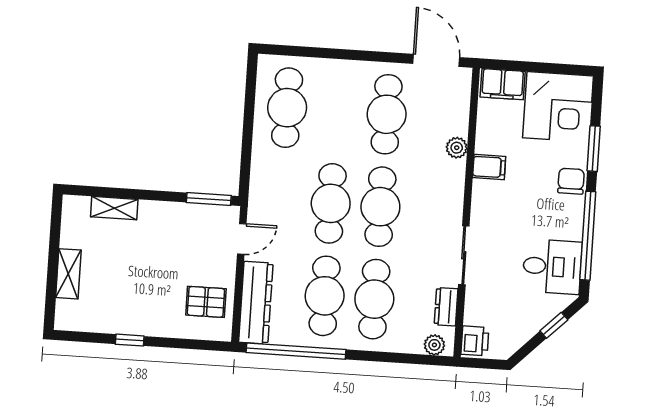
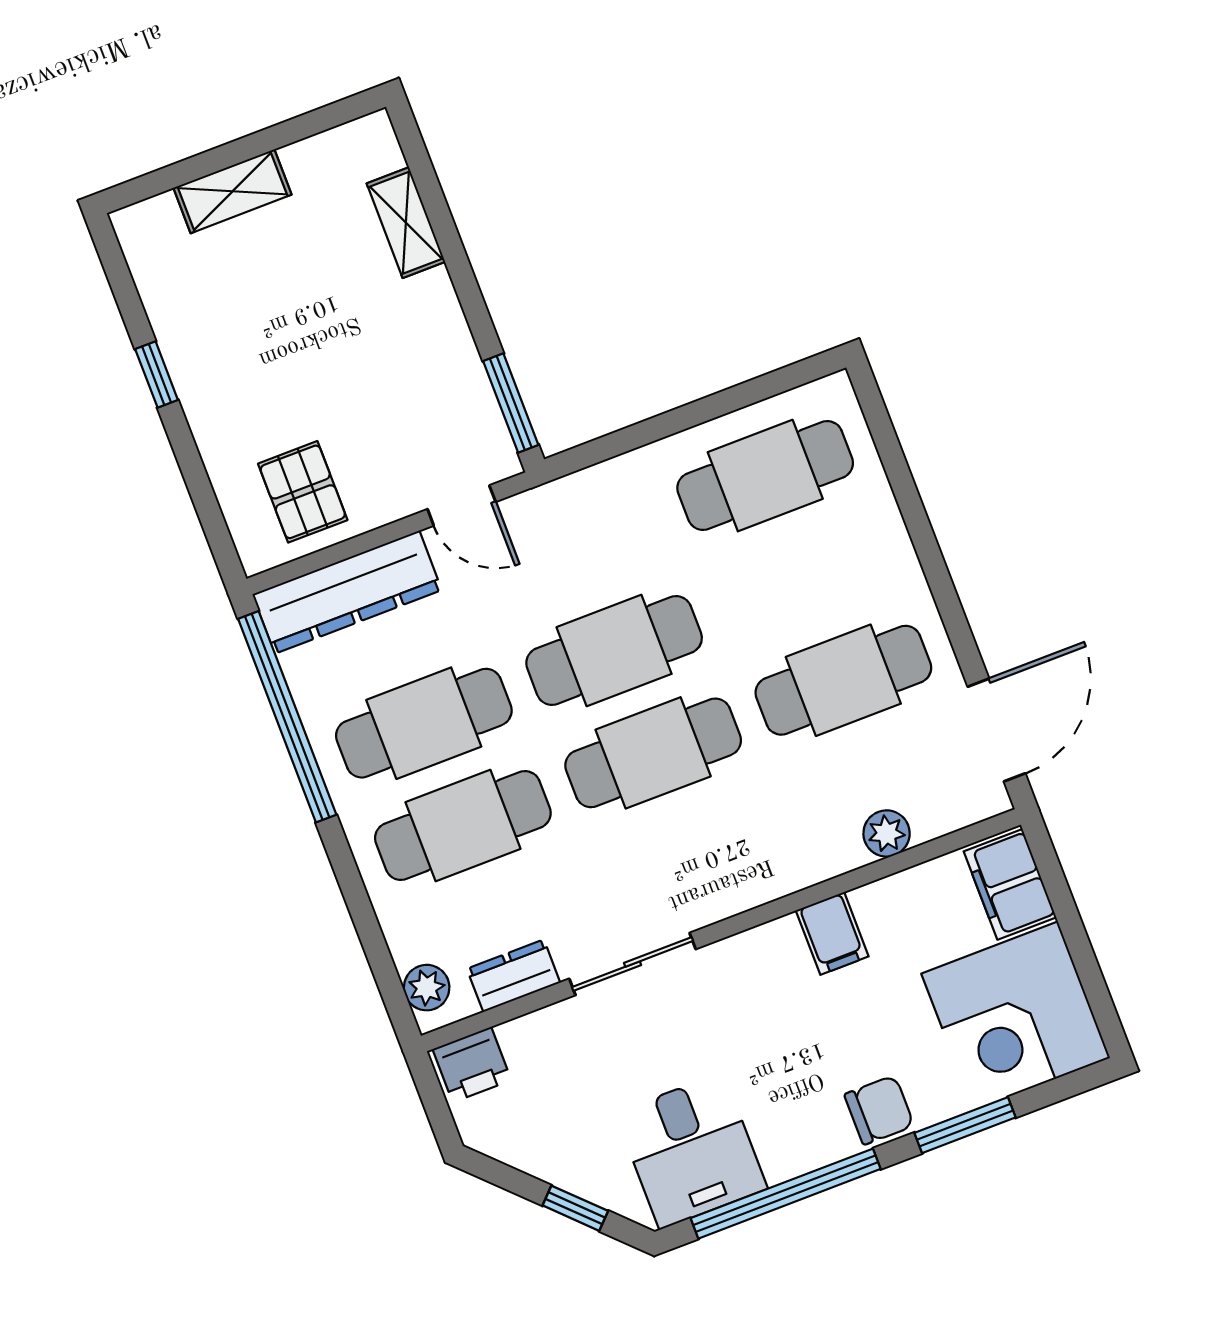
plant: (457, 148) -> (887, 833), moved

